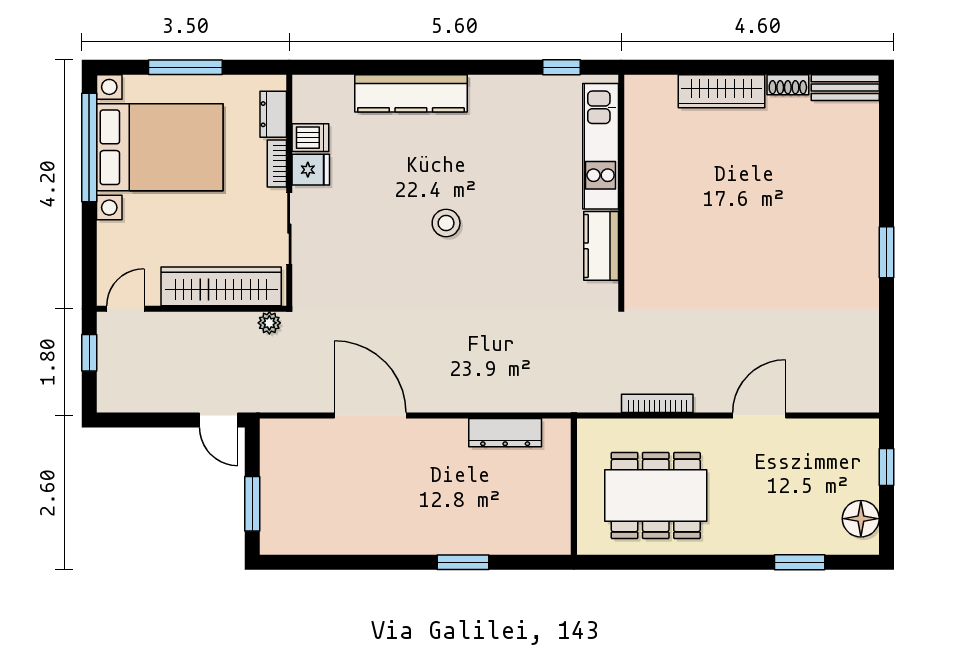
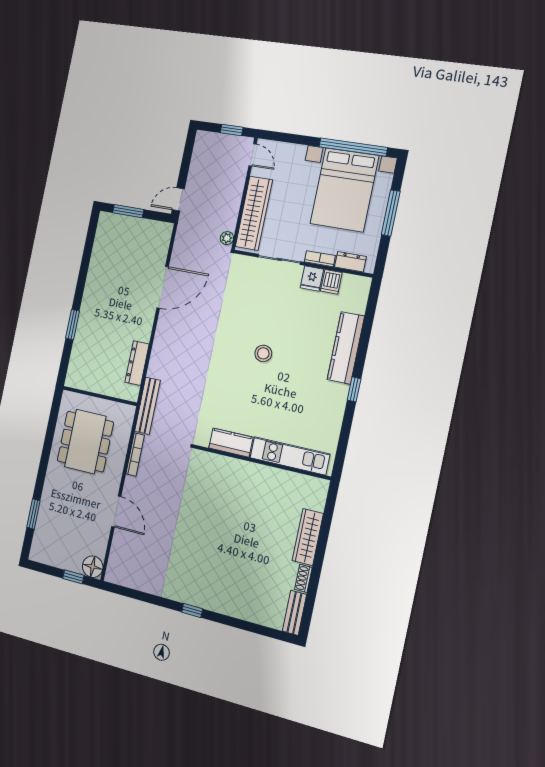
window: (561, 67) -> (354, 389), moved
window: (887, 252) -> (192, 610), width x0.67
bench: (572, 399) -> (147, 406), added
floor lamp: (861, 519) -> (93, 567), moved

